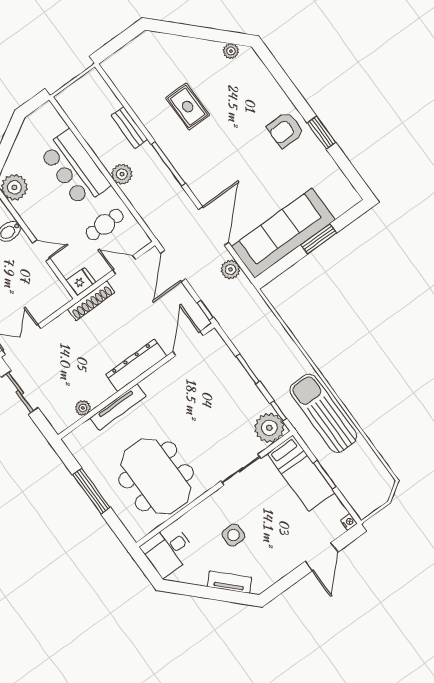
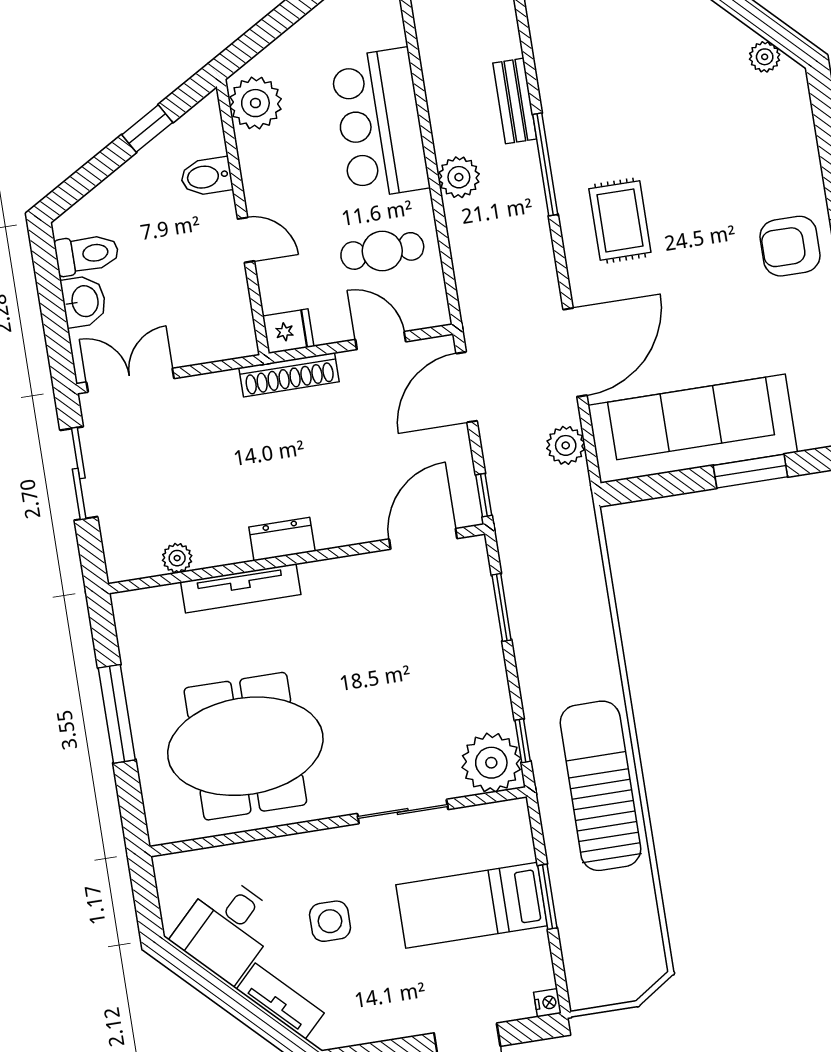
rug: (188, 107) -> (620, 220), moved
window: (168, 164) -> (545, 164), moved
dresser: (136, 365) -> (282, 539), width x0.51, depth x0.80
window: (248, 369) -> (502, 607), moved
bed: (301, 473) -> (472, 905), moved, turned 90
meeting table: (156, 476) -> (245, 746), turned 90
desk: (168, 550) -> (227, 928), moved, turned -45

